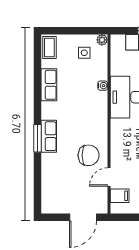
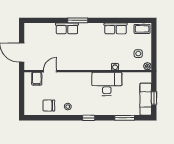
row of seats: (49, 136) -> (67, 28), moved
chair: (89, 155) -> (66, 57), removed
door: (109, 177) -> (50, 71), hinge flipped

